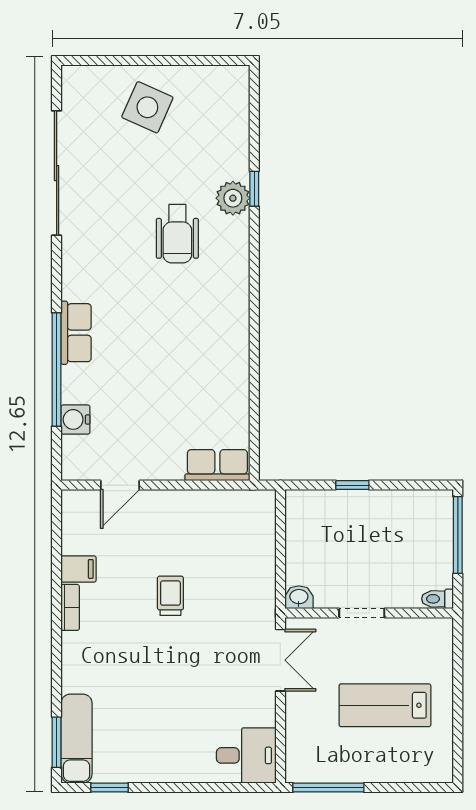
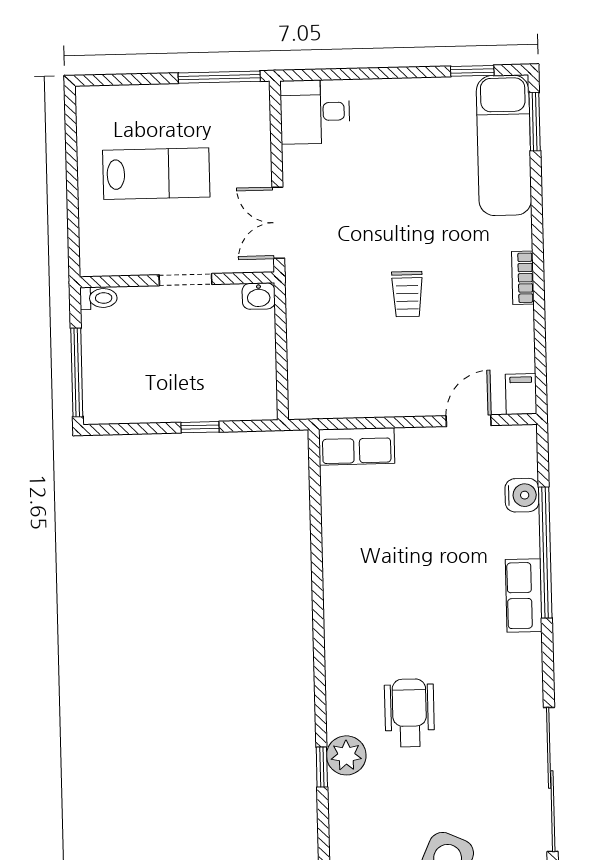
filing cabinet: (78, 569) -> (521, 394), moved, turned 90
exam couch: (77, 739) -> (504, 145), width x1.36, depth x1.45

